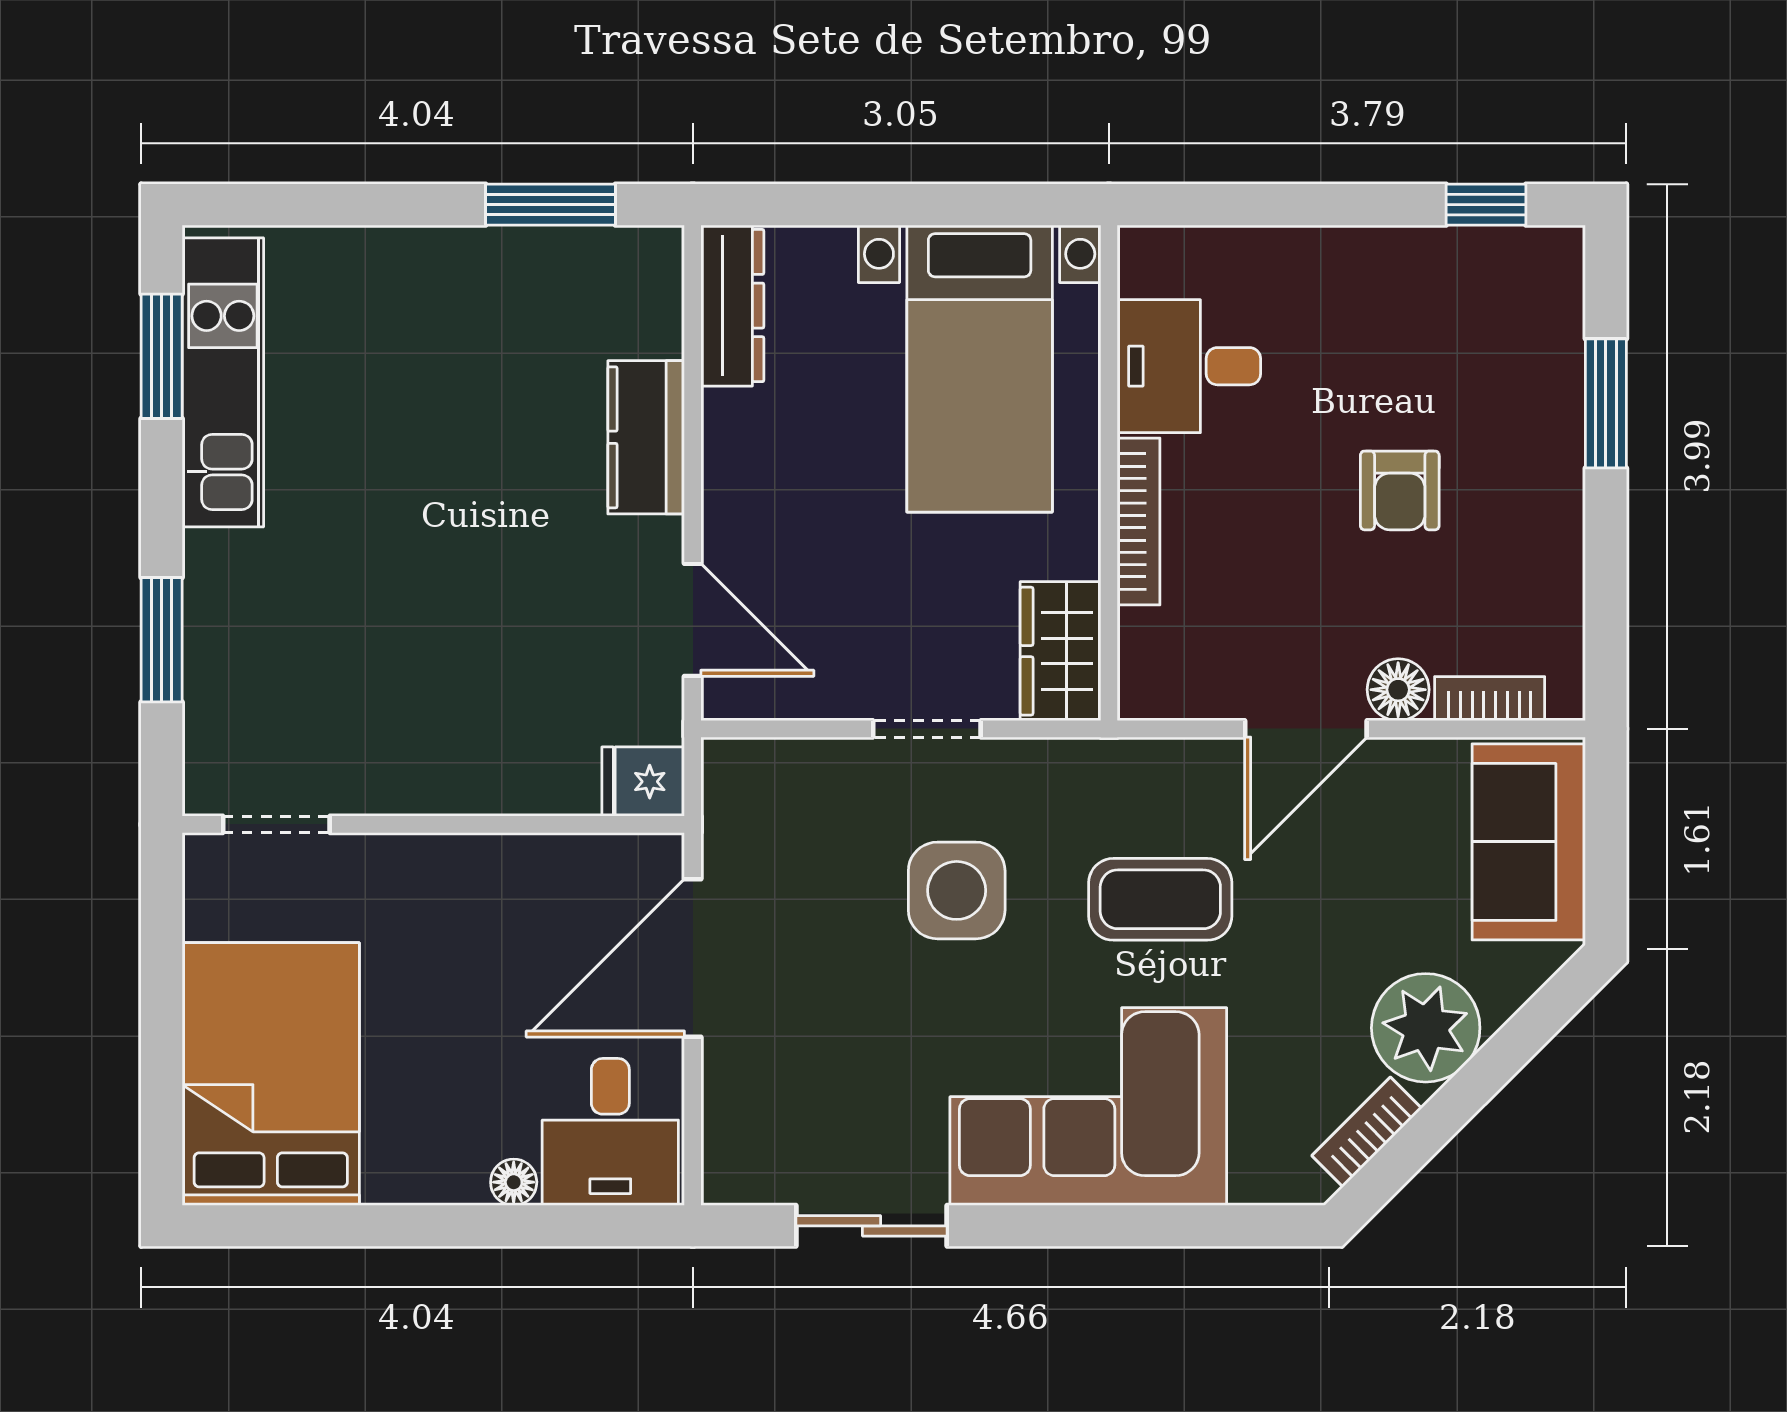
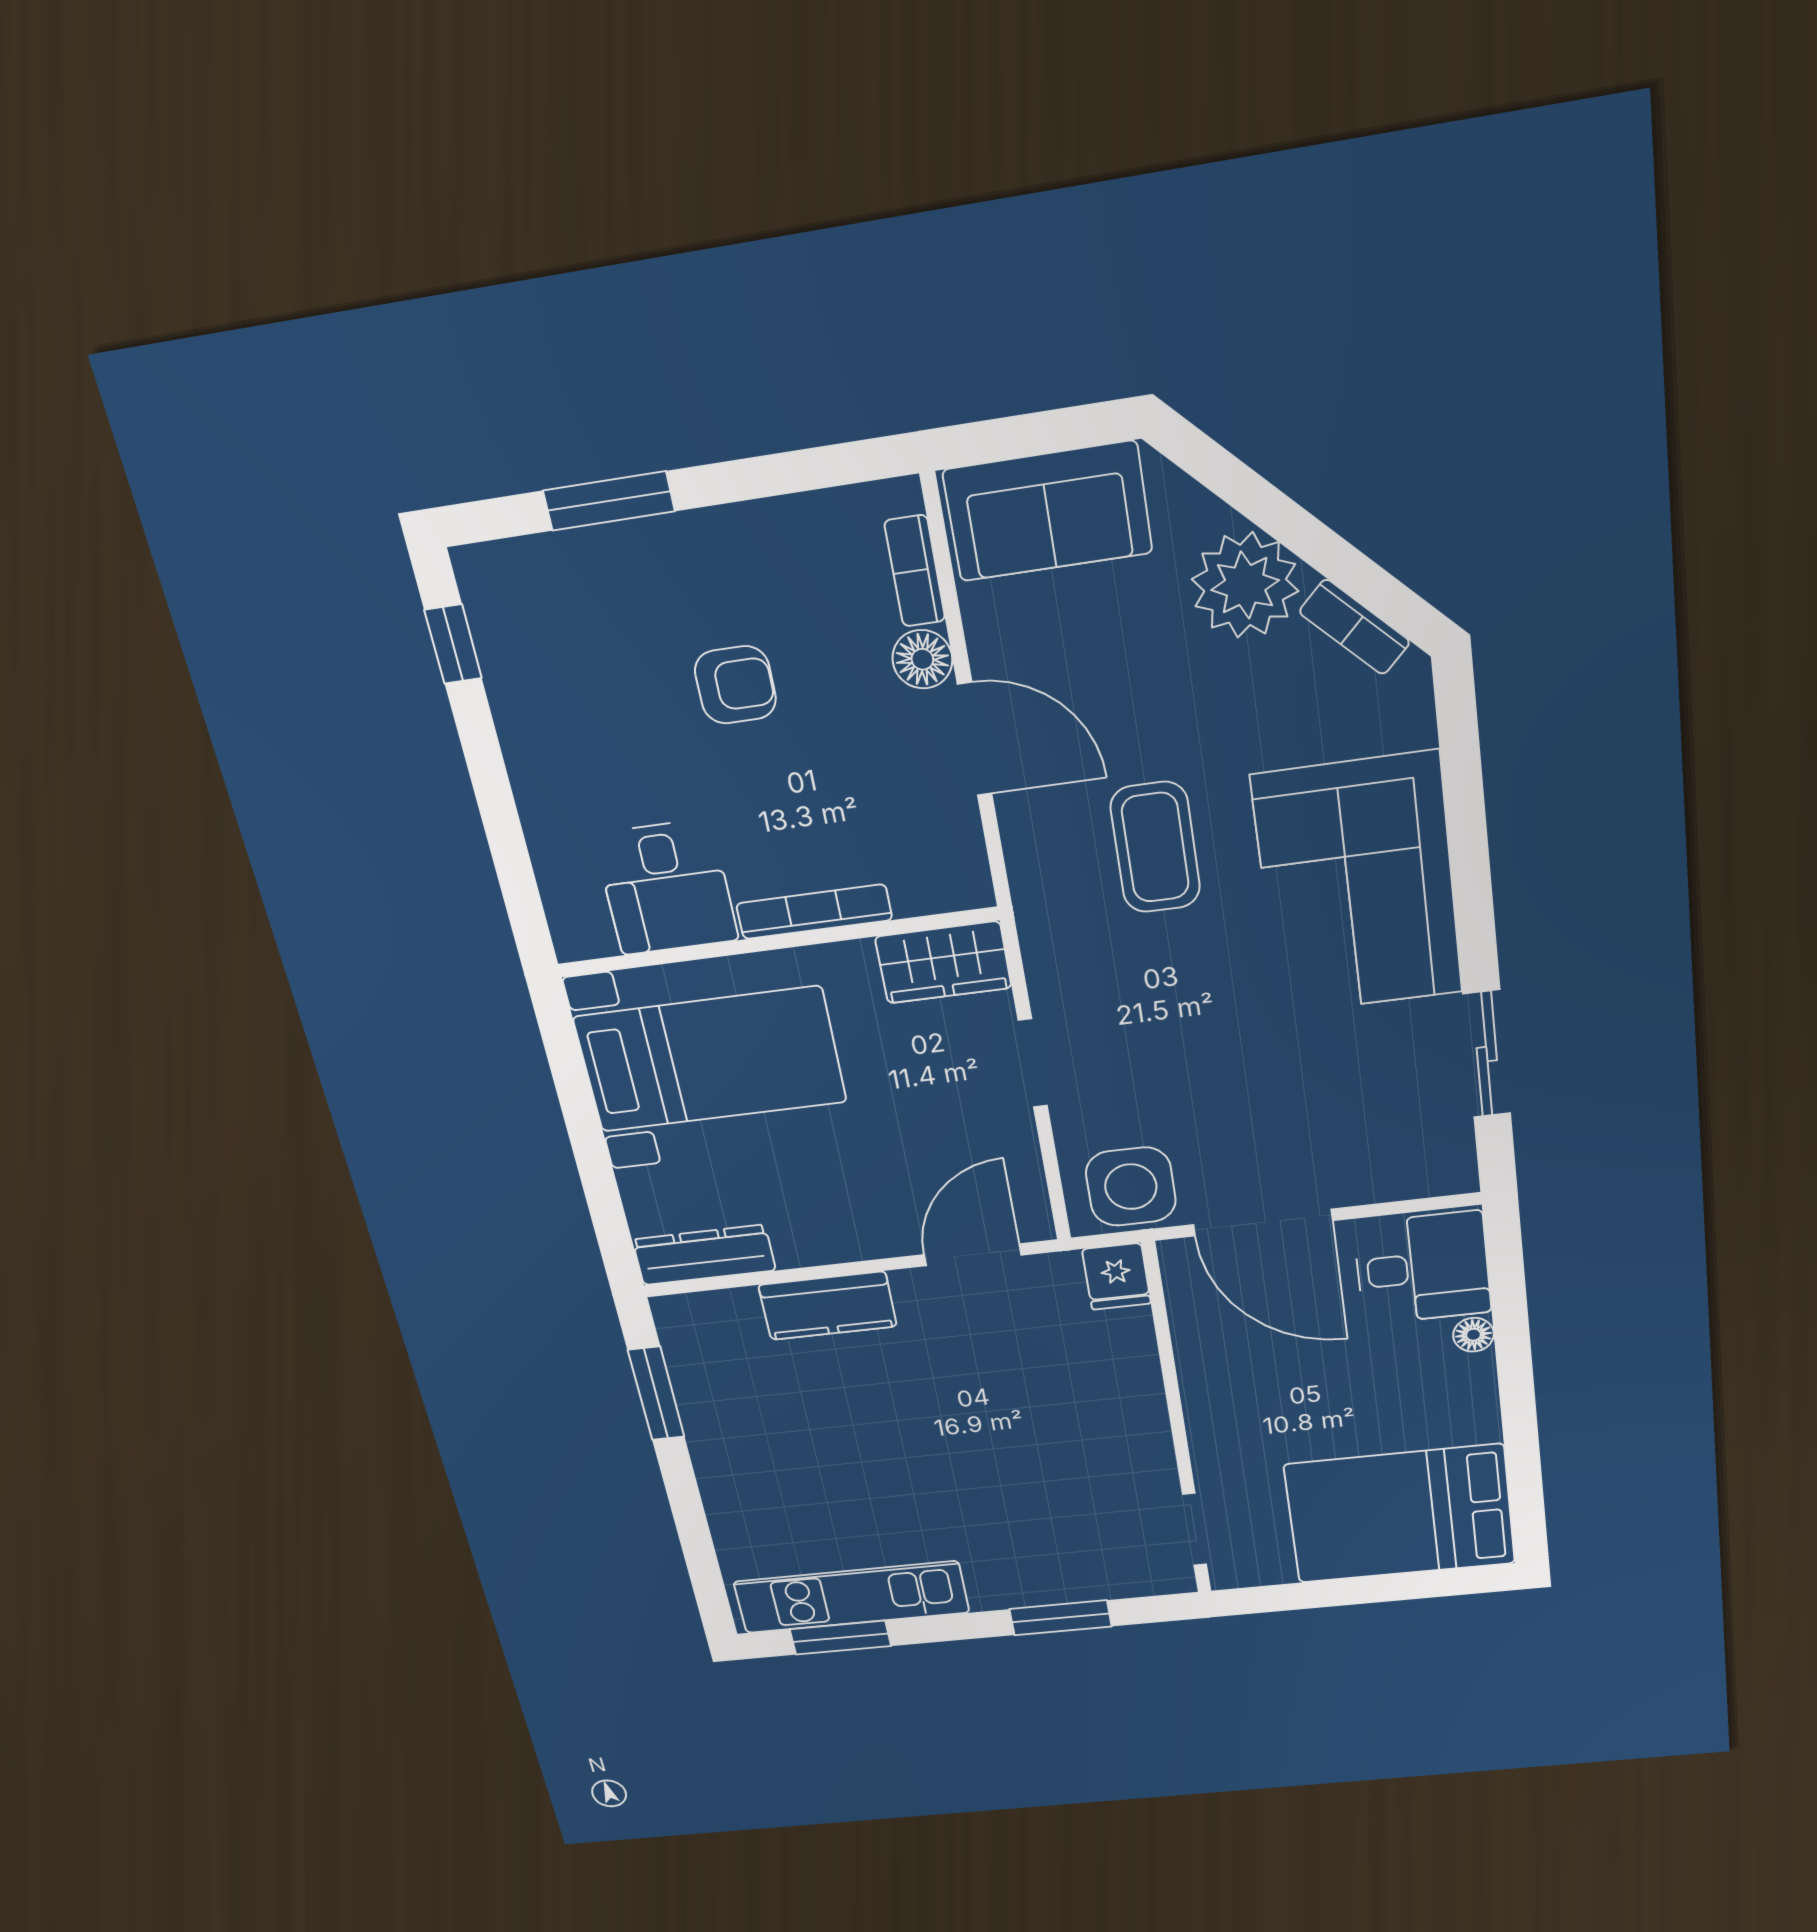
side table: (957, 890) -> (1131, 1187), moved

